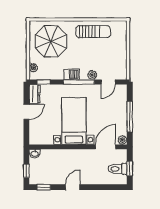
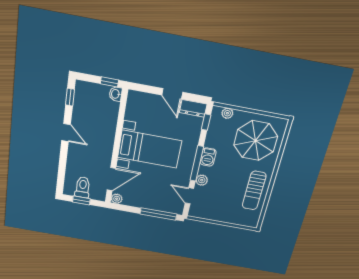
window: (130, 117) -> (158, 214), moved
door: (106, 147) -> (111, 179), hinge flipped
window: (26, 171) -> (109, 82), moved

